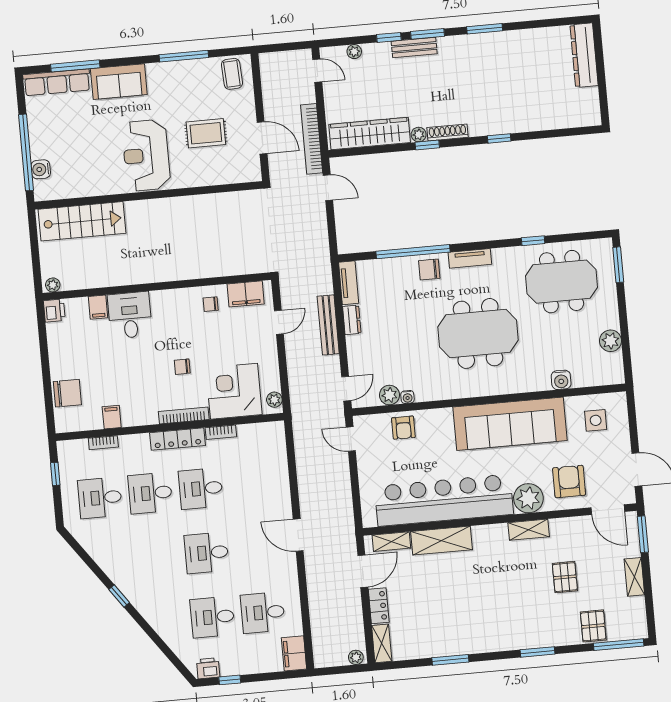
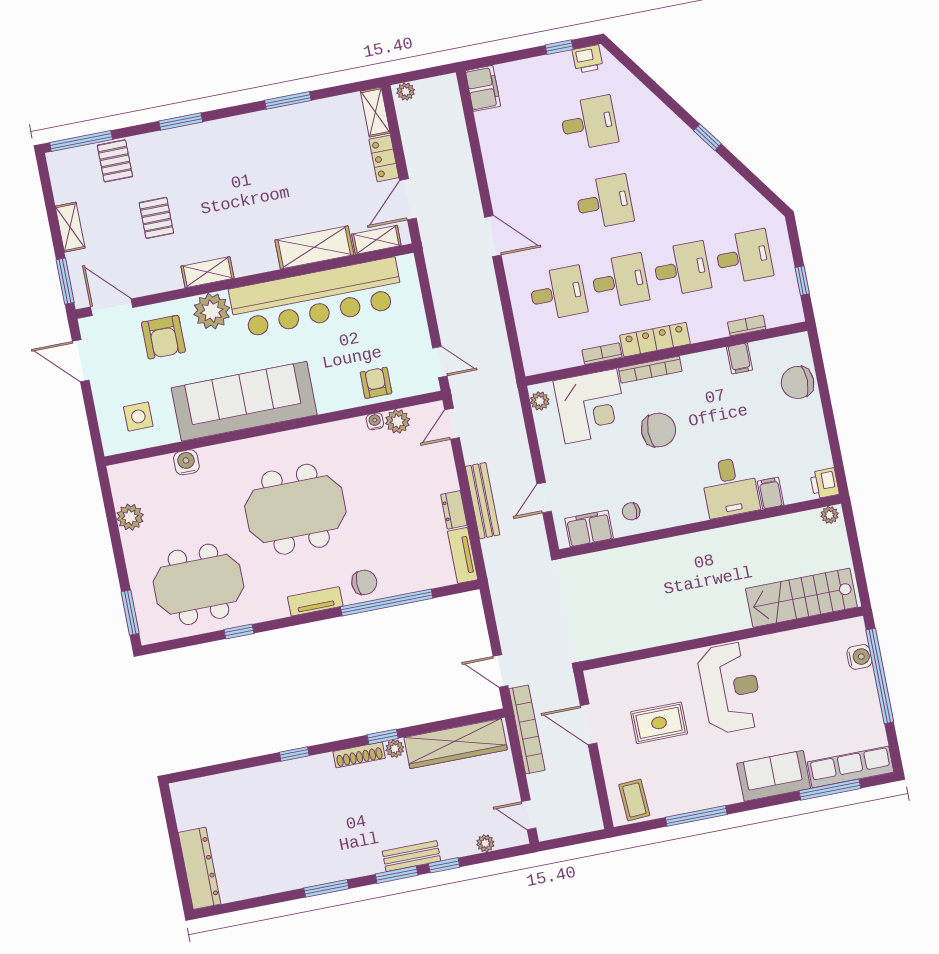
chair: (211, 304) -> (631, 511), turned 180
chair: (182, 367) -> (658, 430), width x1.87, depth x1.87
desk: (263, 613) -> (558, 293), moved

